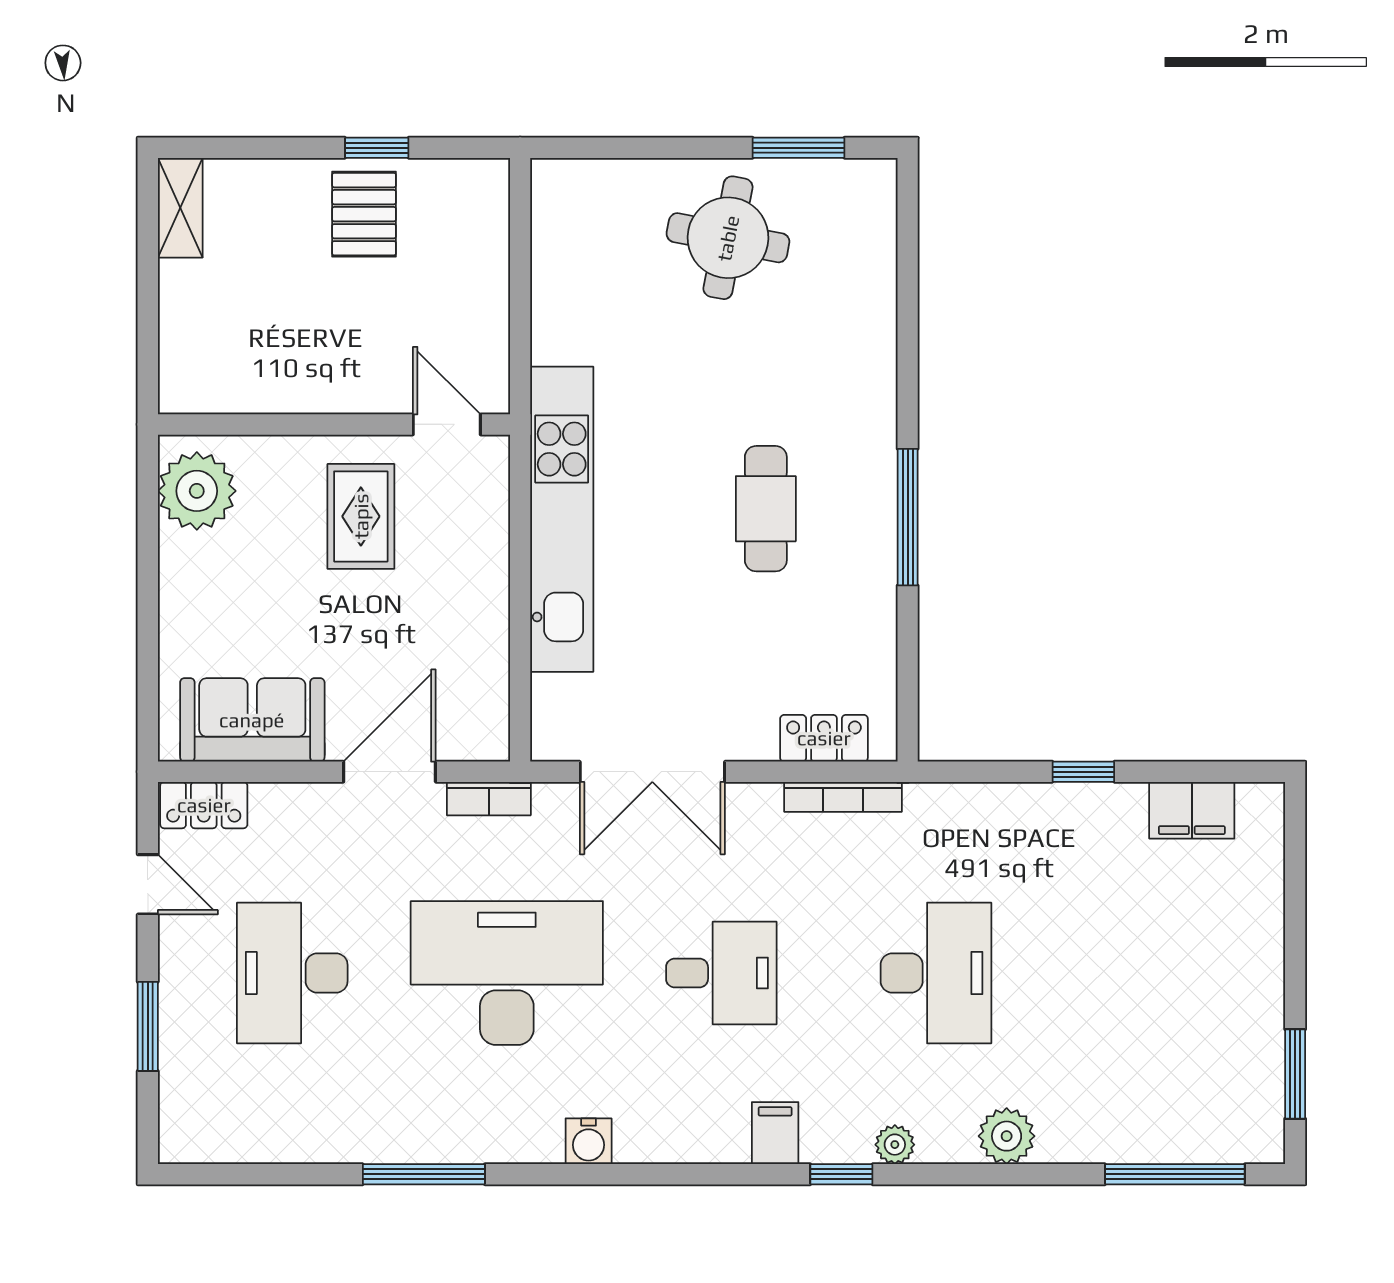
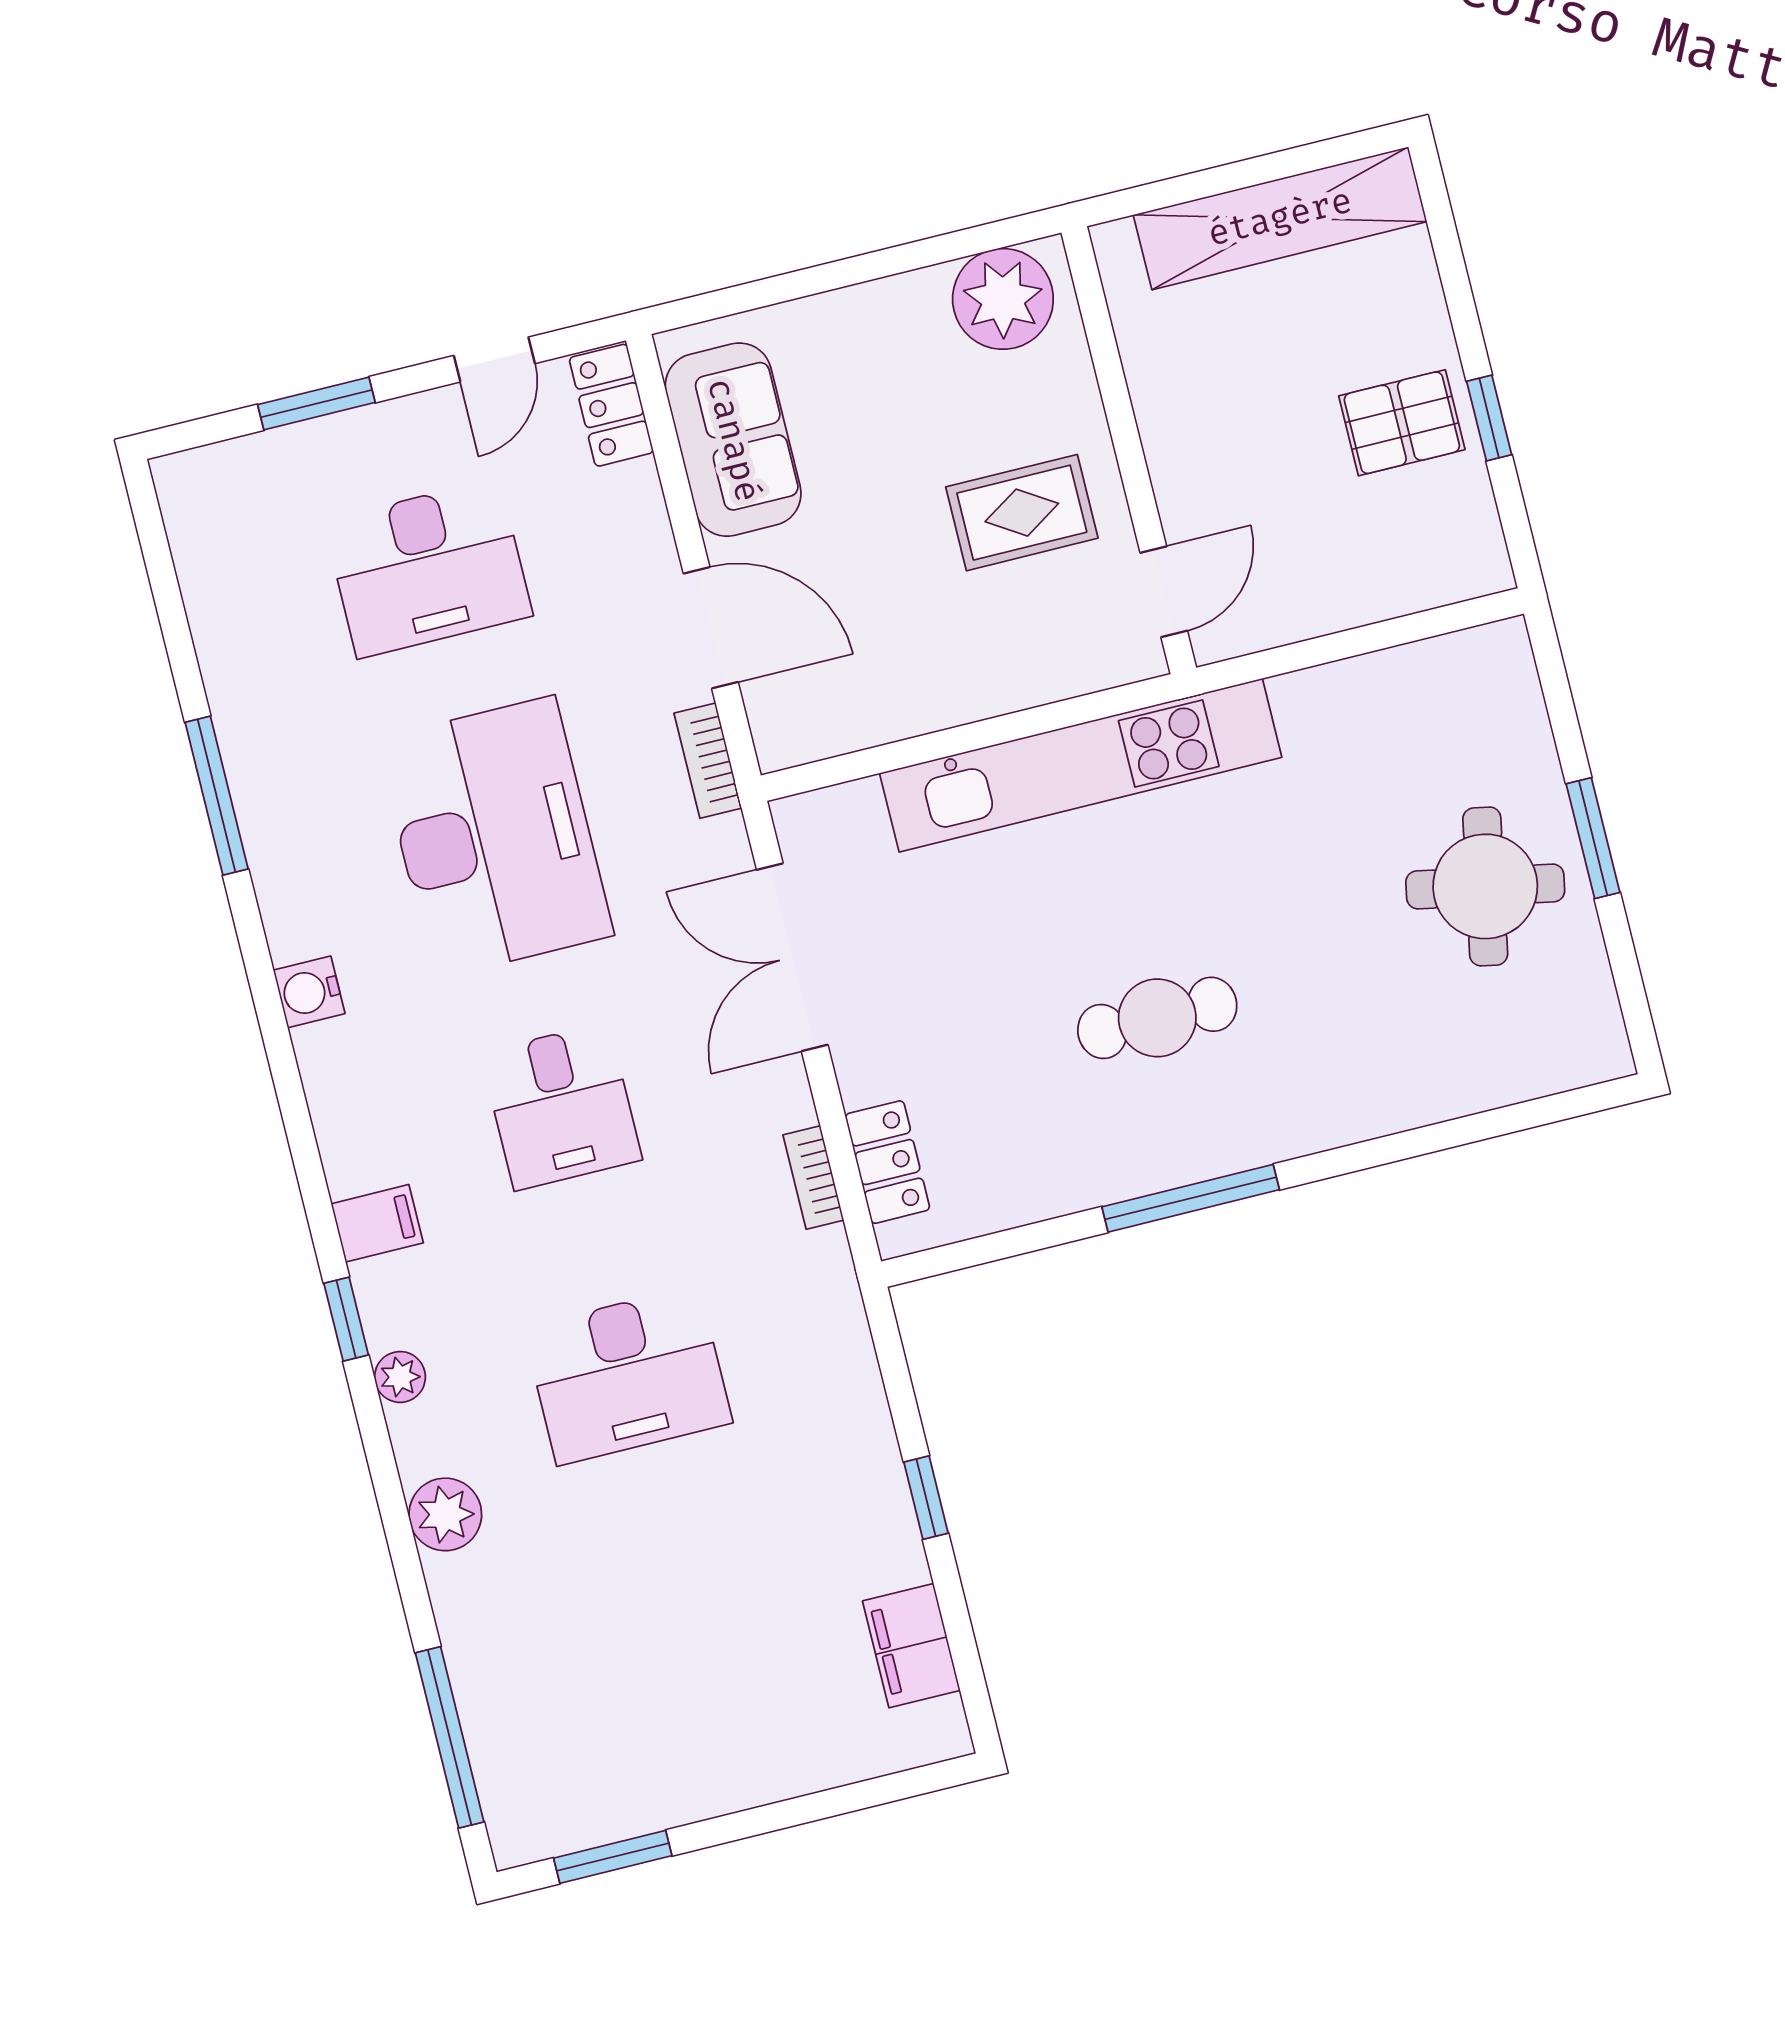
window: (798, 148) -> (1593, 838), moved
shelving: (180, 208) -> (1280, 218), width x2.20, depth x1.33
bookcase: (843, 797) -> (813, 1178), width x0.64
desk: (292, 973) -> (428, 568), turned 180

